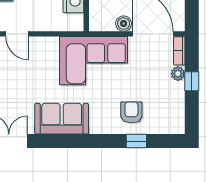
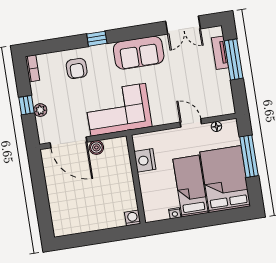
bookcase: (179, 51) -> (32, 68), moved
window: (136, 141) -> (97, 39), moved

